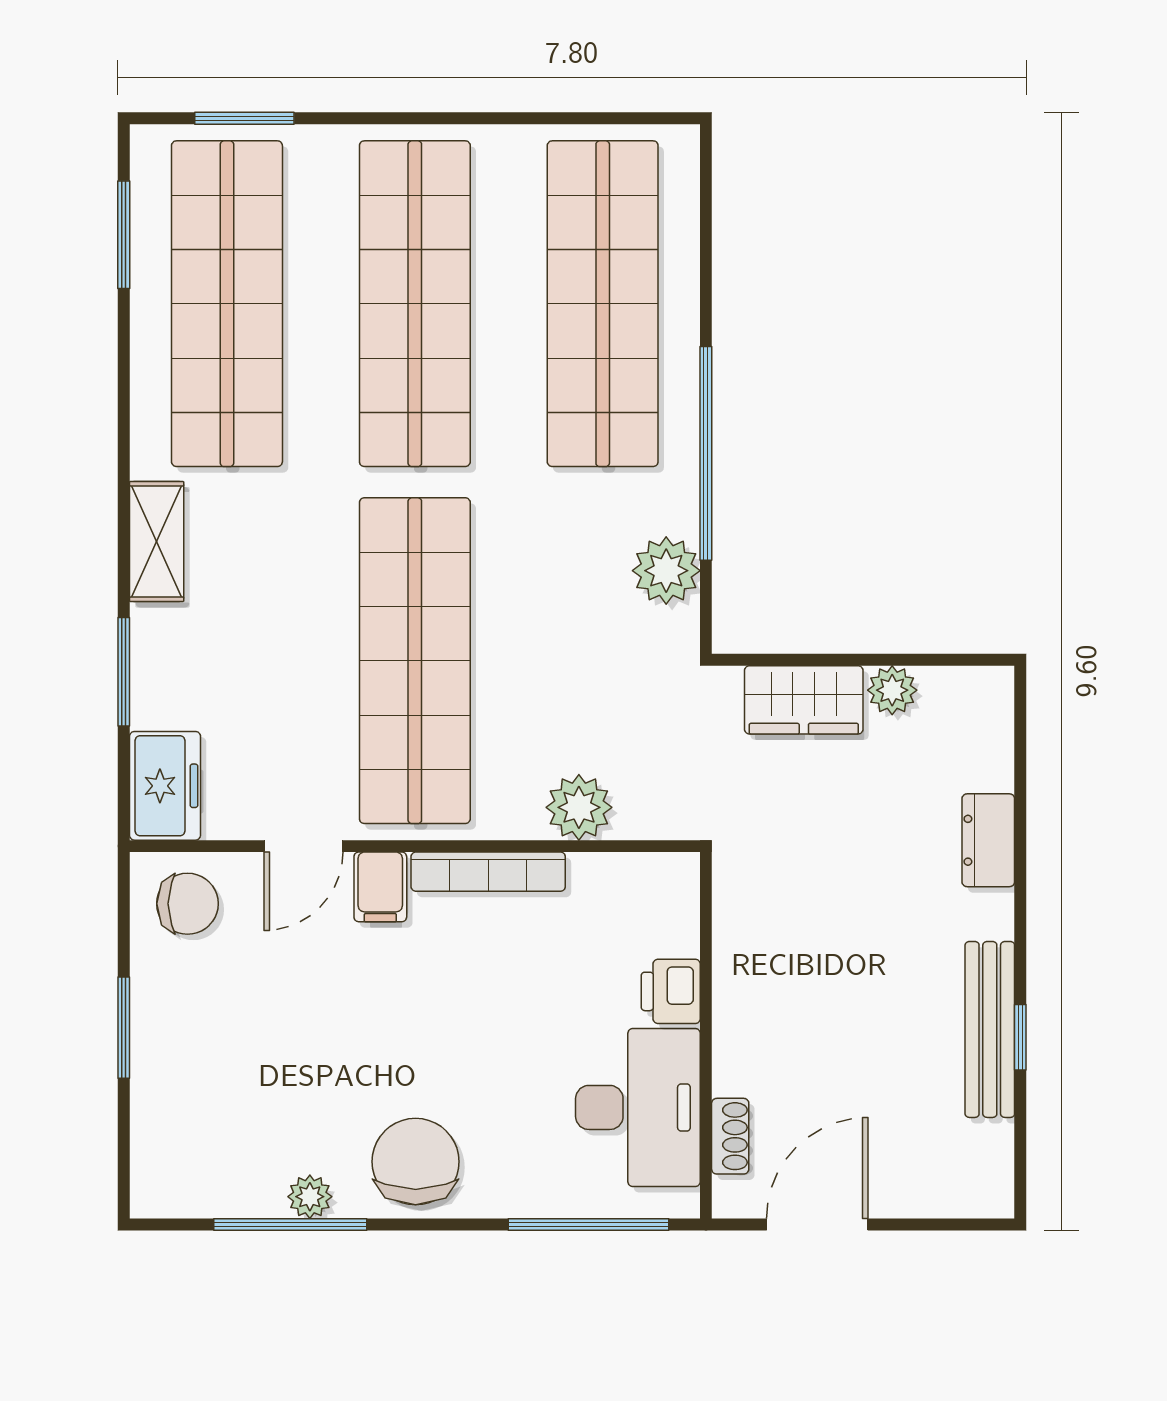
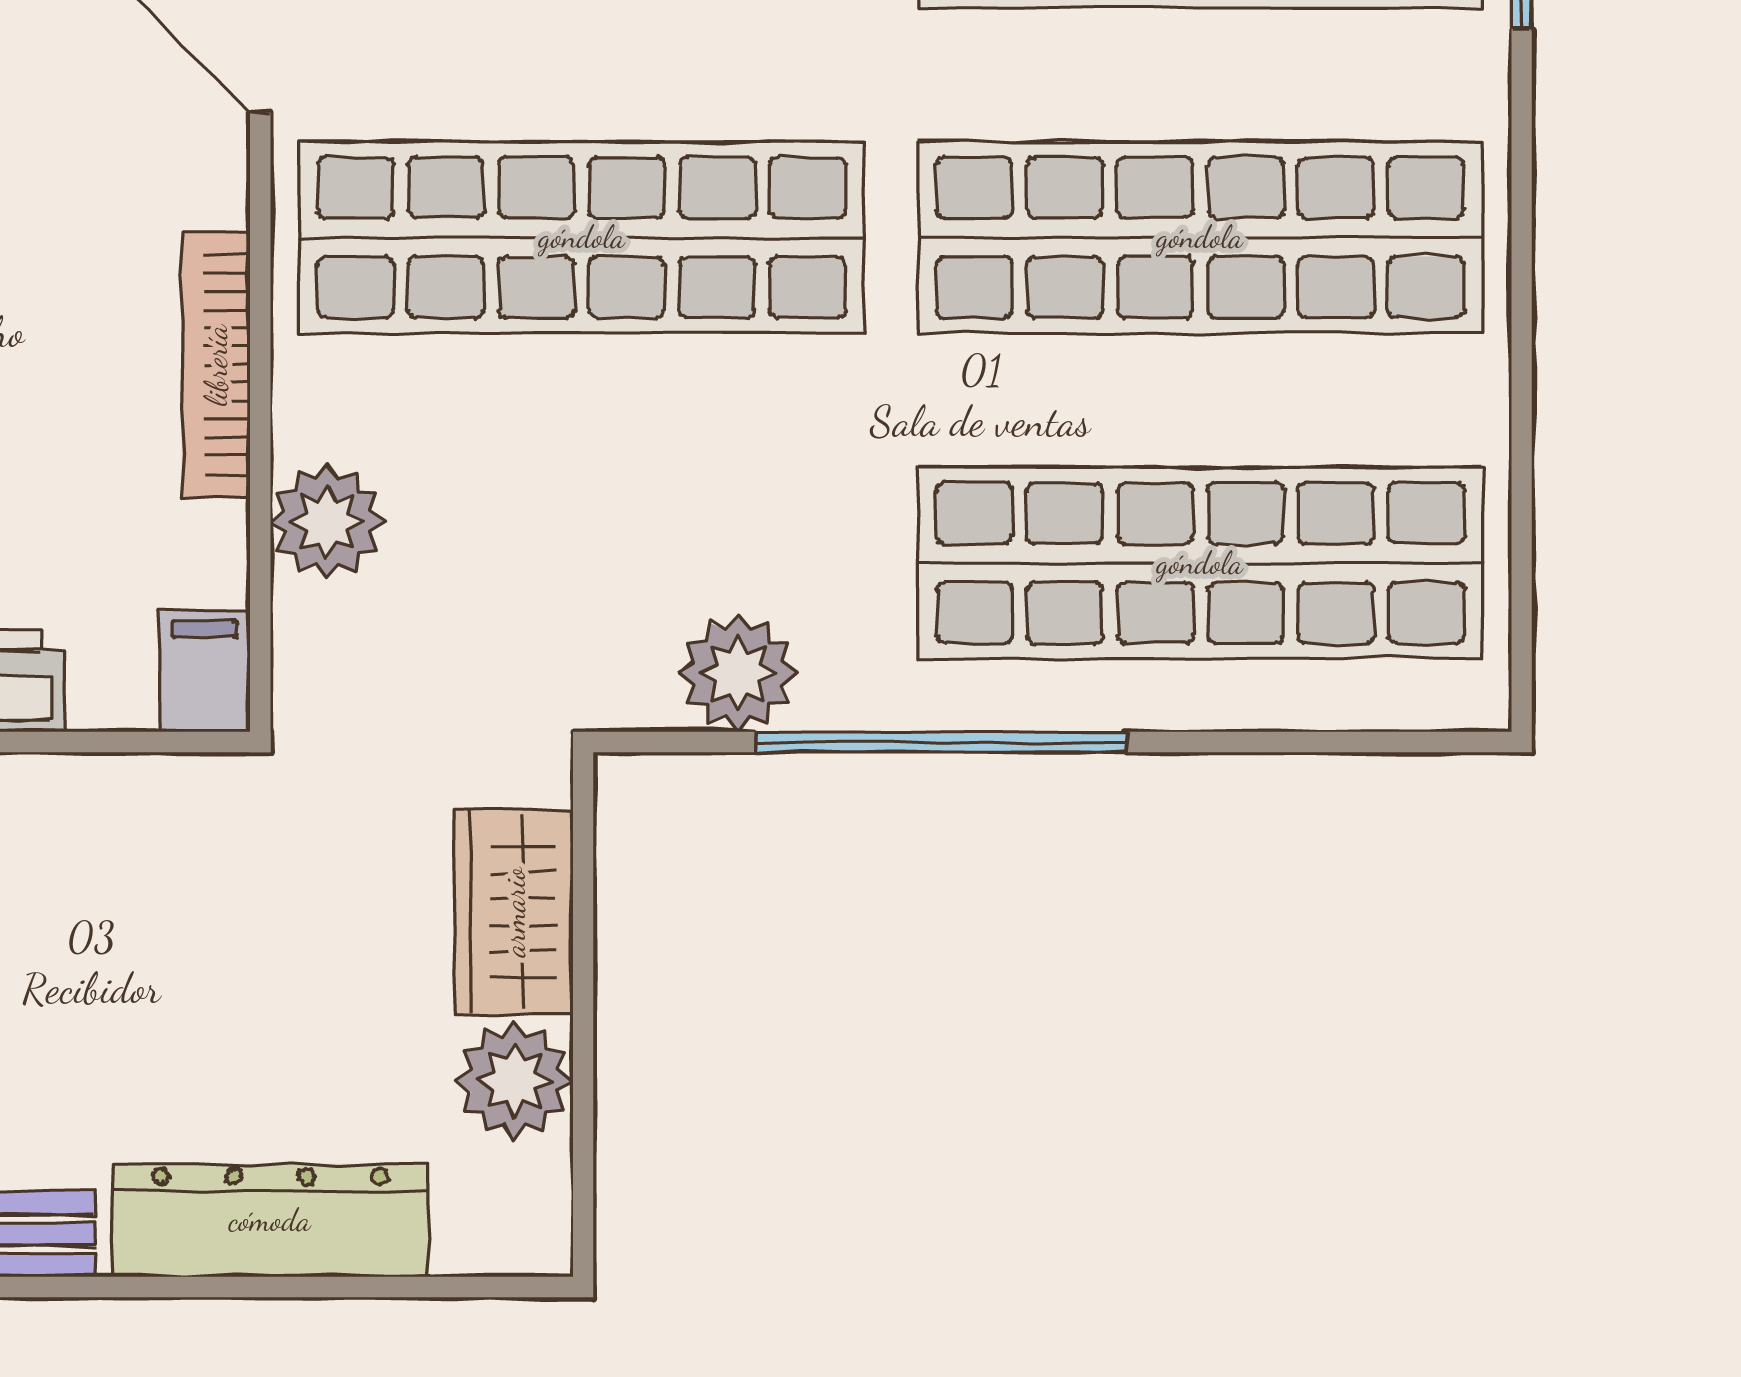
plant: (892, 690) -> (514, 1081), width x1.38, depth x1.38
dresser: (988, 840) -> (270, 1220), width x1.96, depth x1.24
filing cabinet: (380, 887) -> (205, 671), moved, turned 90

